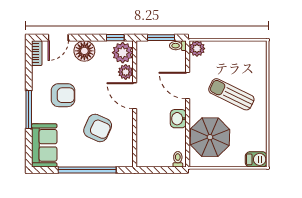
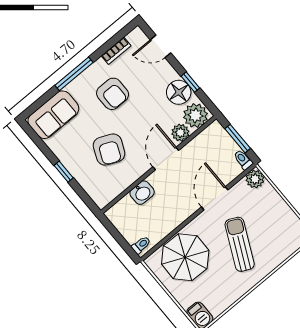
window: (115, 38) -> (190, 82), moved
floor lamp: (84, 51) -> (179, 92), moved
bookcase: (37, 53) -> (116, 51), moved
washbasin: (178, 119) -> (142, 193), moved, turned 180
window: (87, 170) -> (64, 172), width x0.32

